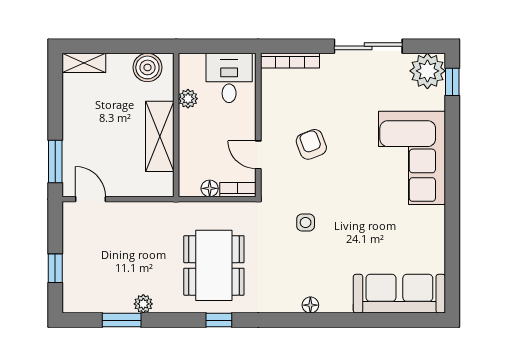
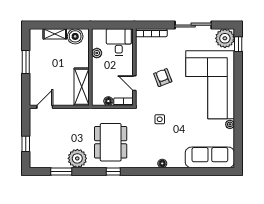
shelving: (84, 63) -> (55, 34), moved
shelving: (160, 136) -> (82, 87), moved
corner sofa: (412, 158) -> (210, 85), width x1.36, depth x1.36
window: (55, 161) -> (26, 62), moved
door: (91, 199) -> (45, 107), hinge flipped
plant: (437, 232) -> (230, 124), added
plant: (143, 304) -> (77, 158), width x1.88, depth x1.88

